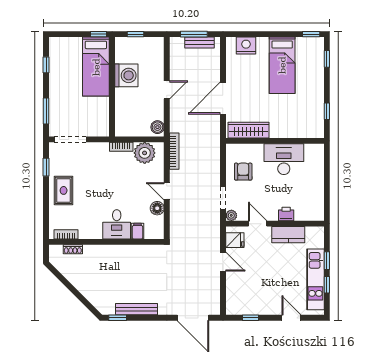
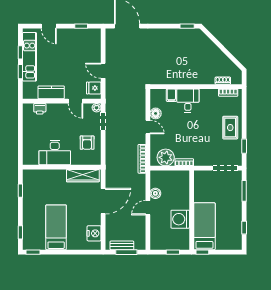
nightstand: (246, 46) -> (94, 233), moved, turned -90
boiler: (157, 127) -> (155, 193), moved
printer: (286, 214) -> (40, 109), moved
bench: (136, 309) -> (172, 33), removed

